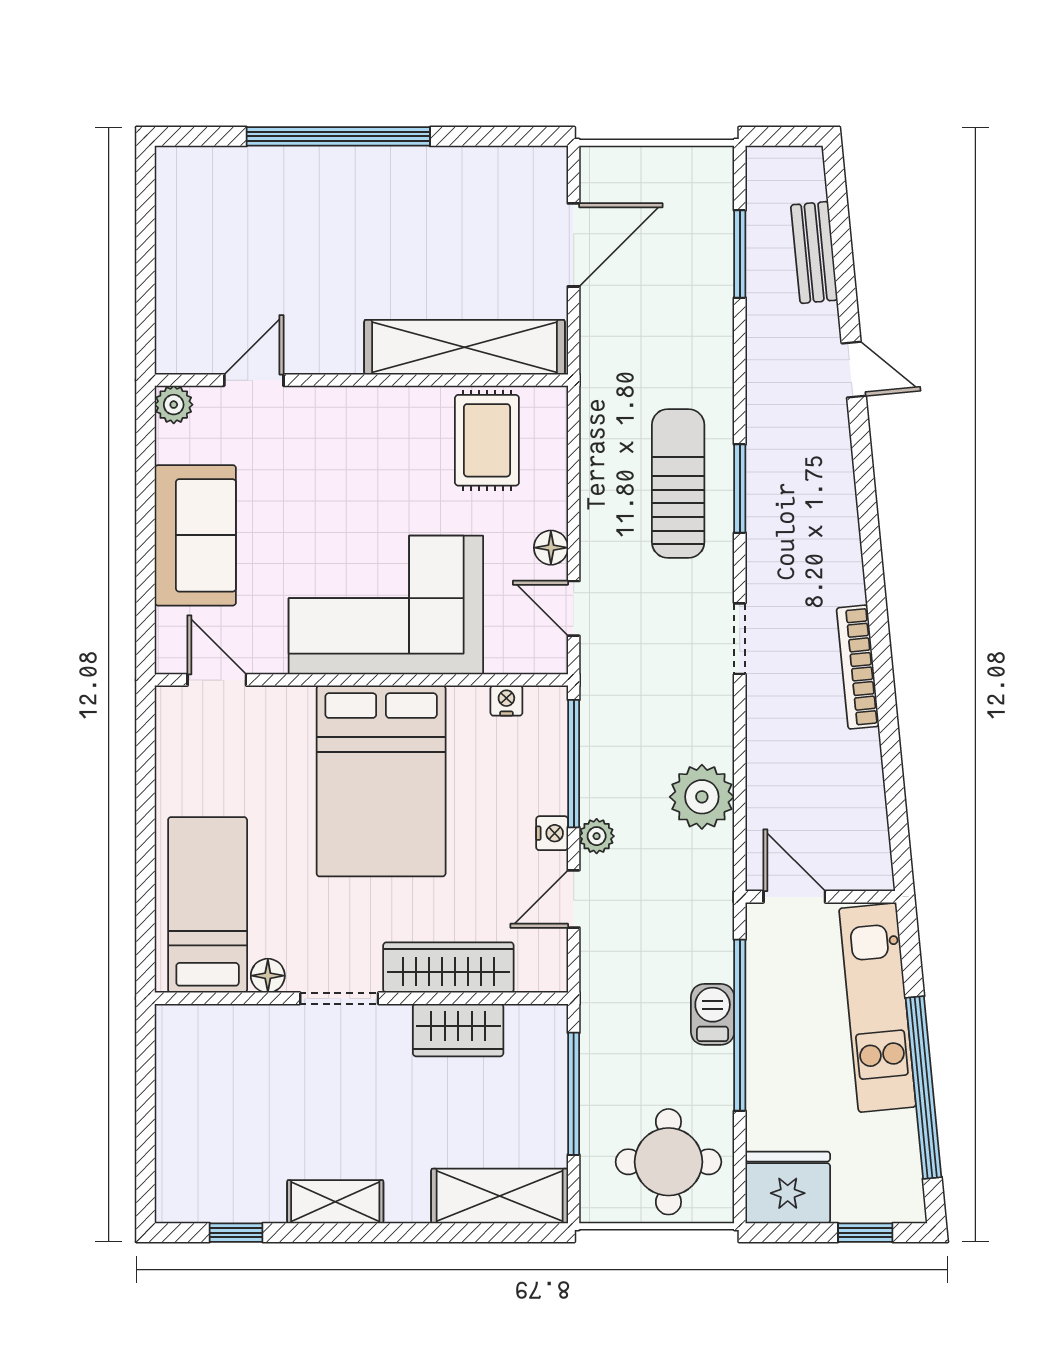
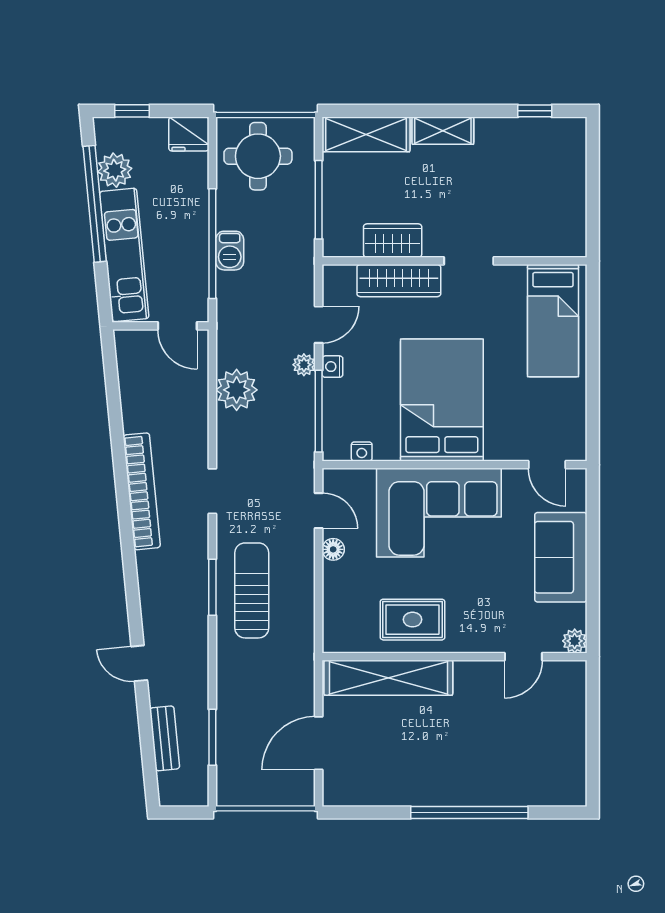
rug: (487, 440) -> (413, 620), moved, turned 90
sun lounger: (678, 484) -> (252, 590), turned 180
bookcase: (858, 667) -> (142, 491), width x1.48, depth x1.31
floor lamp: (268, 976) -> (514, 275), removed
plant: (892, 1140) -> (115, 170), added
fridge: (788, 1187) -> (189, 134), width x0.73, depth x0.75
shelving: (335, 1202) -> (443, 131), moved

